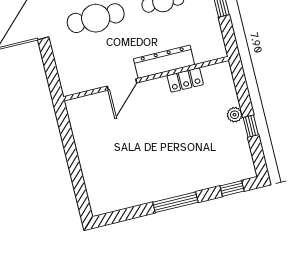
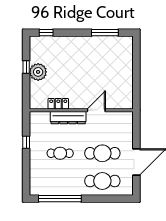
plant: (235, 115) -> (38, 72), width x1.87, depth x1.87
window: (175, 202) -> (105, 33), moved

